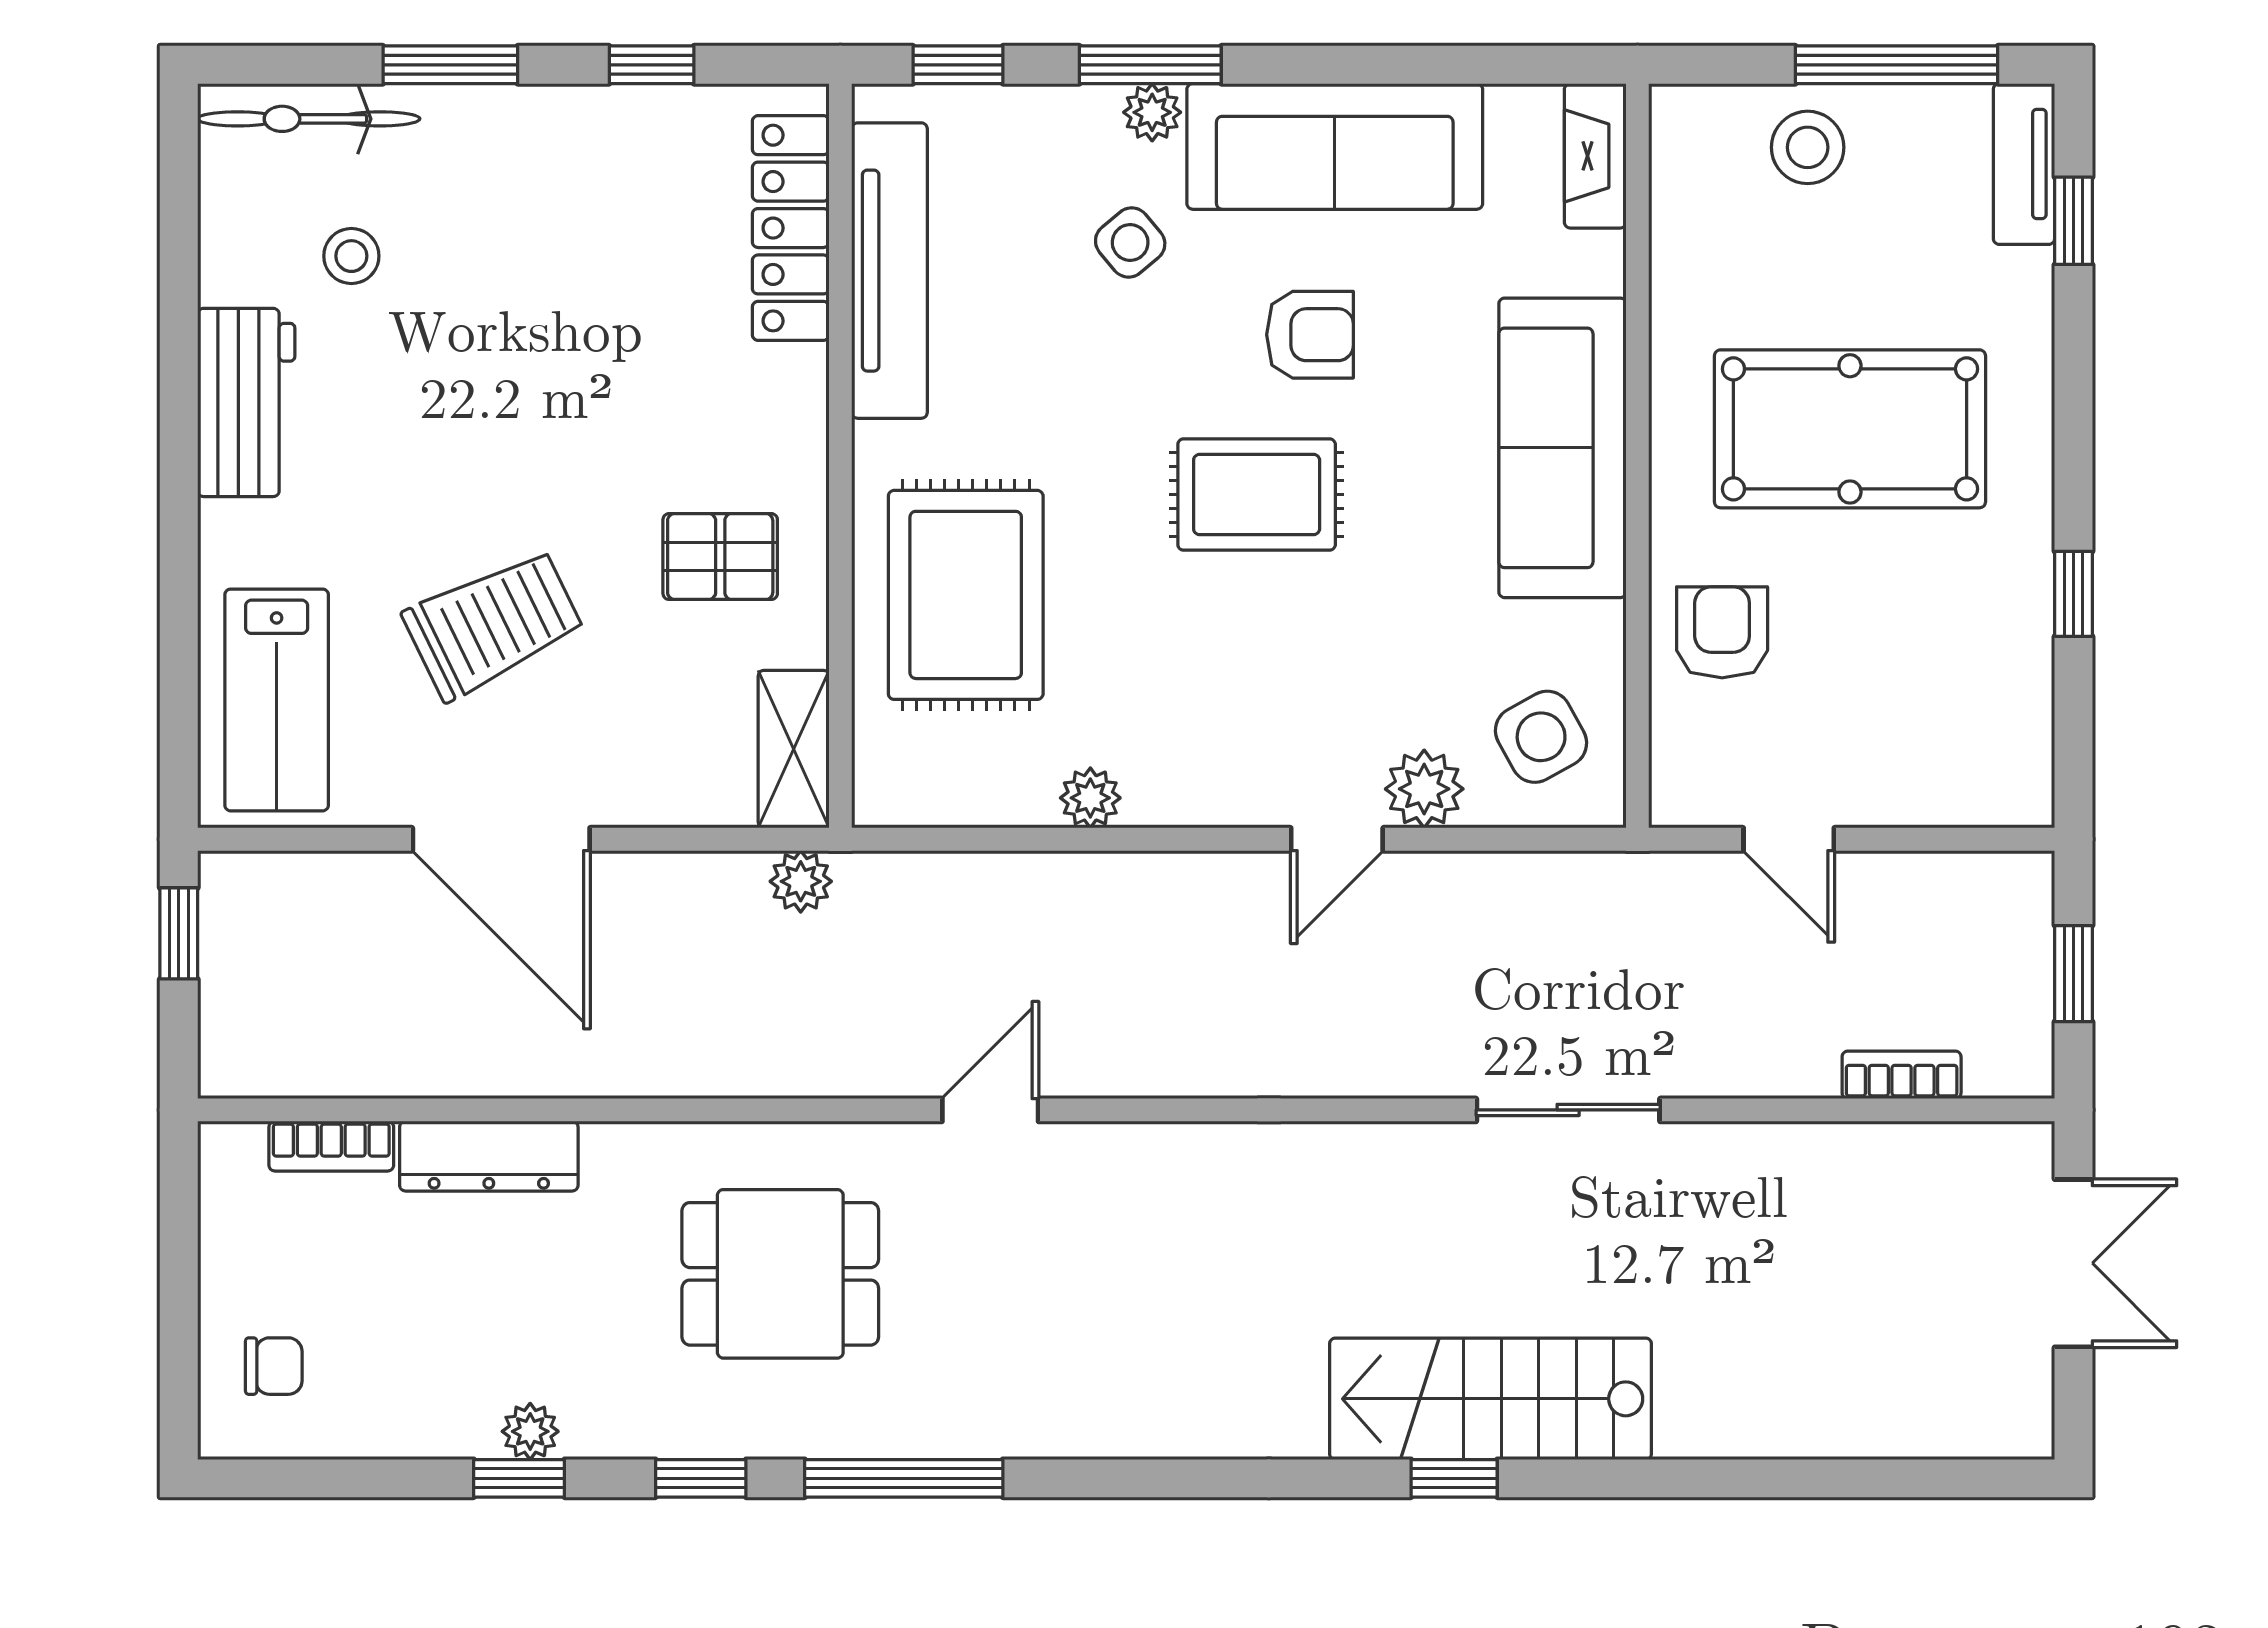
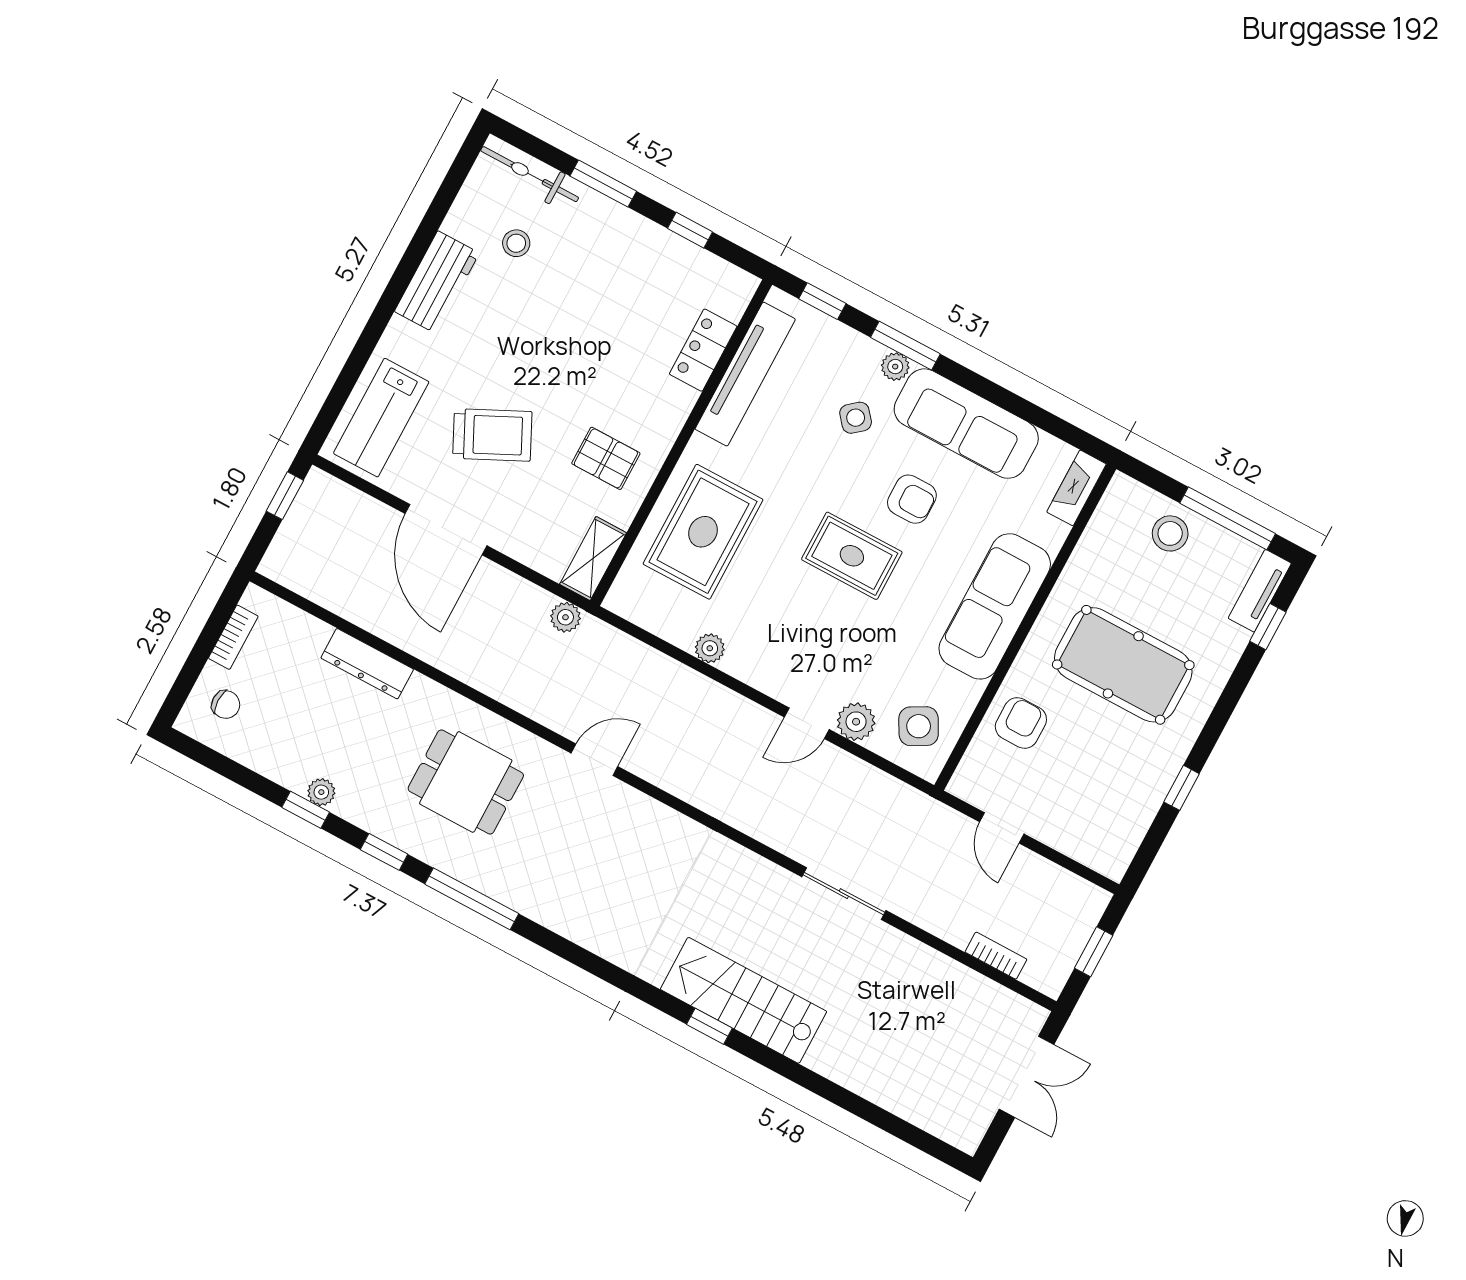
locker: (791, 228) -> (703, 350), width x0.66
bookcase: (331, 1146) -> (233, 637), moved, turned -90

